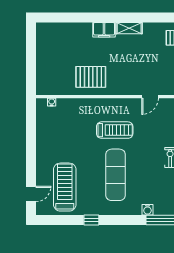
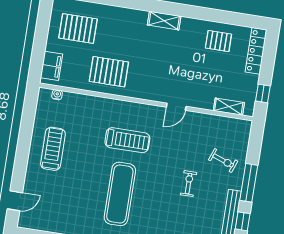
filing cabinet: (104, 30) -> (51, 66), moved, turned -90
pallet: (60, 46) -> (78, 28), added
treadmill: (65, 187) -> (53, 149), moved, width x0.73, depth x0.73

